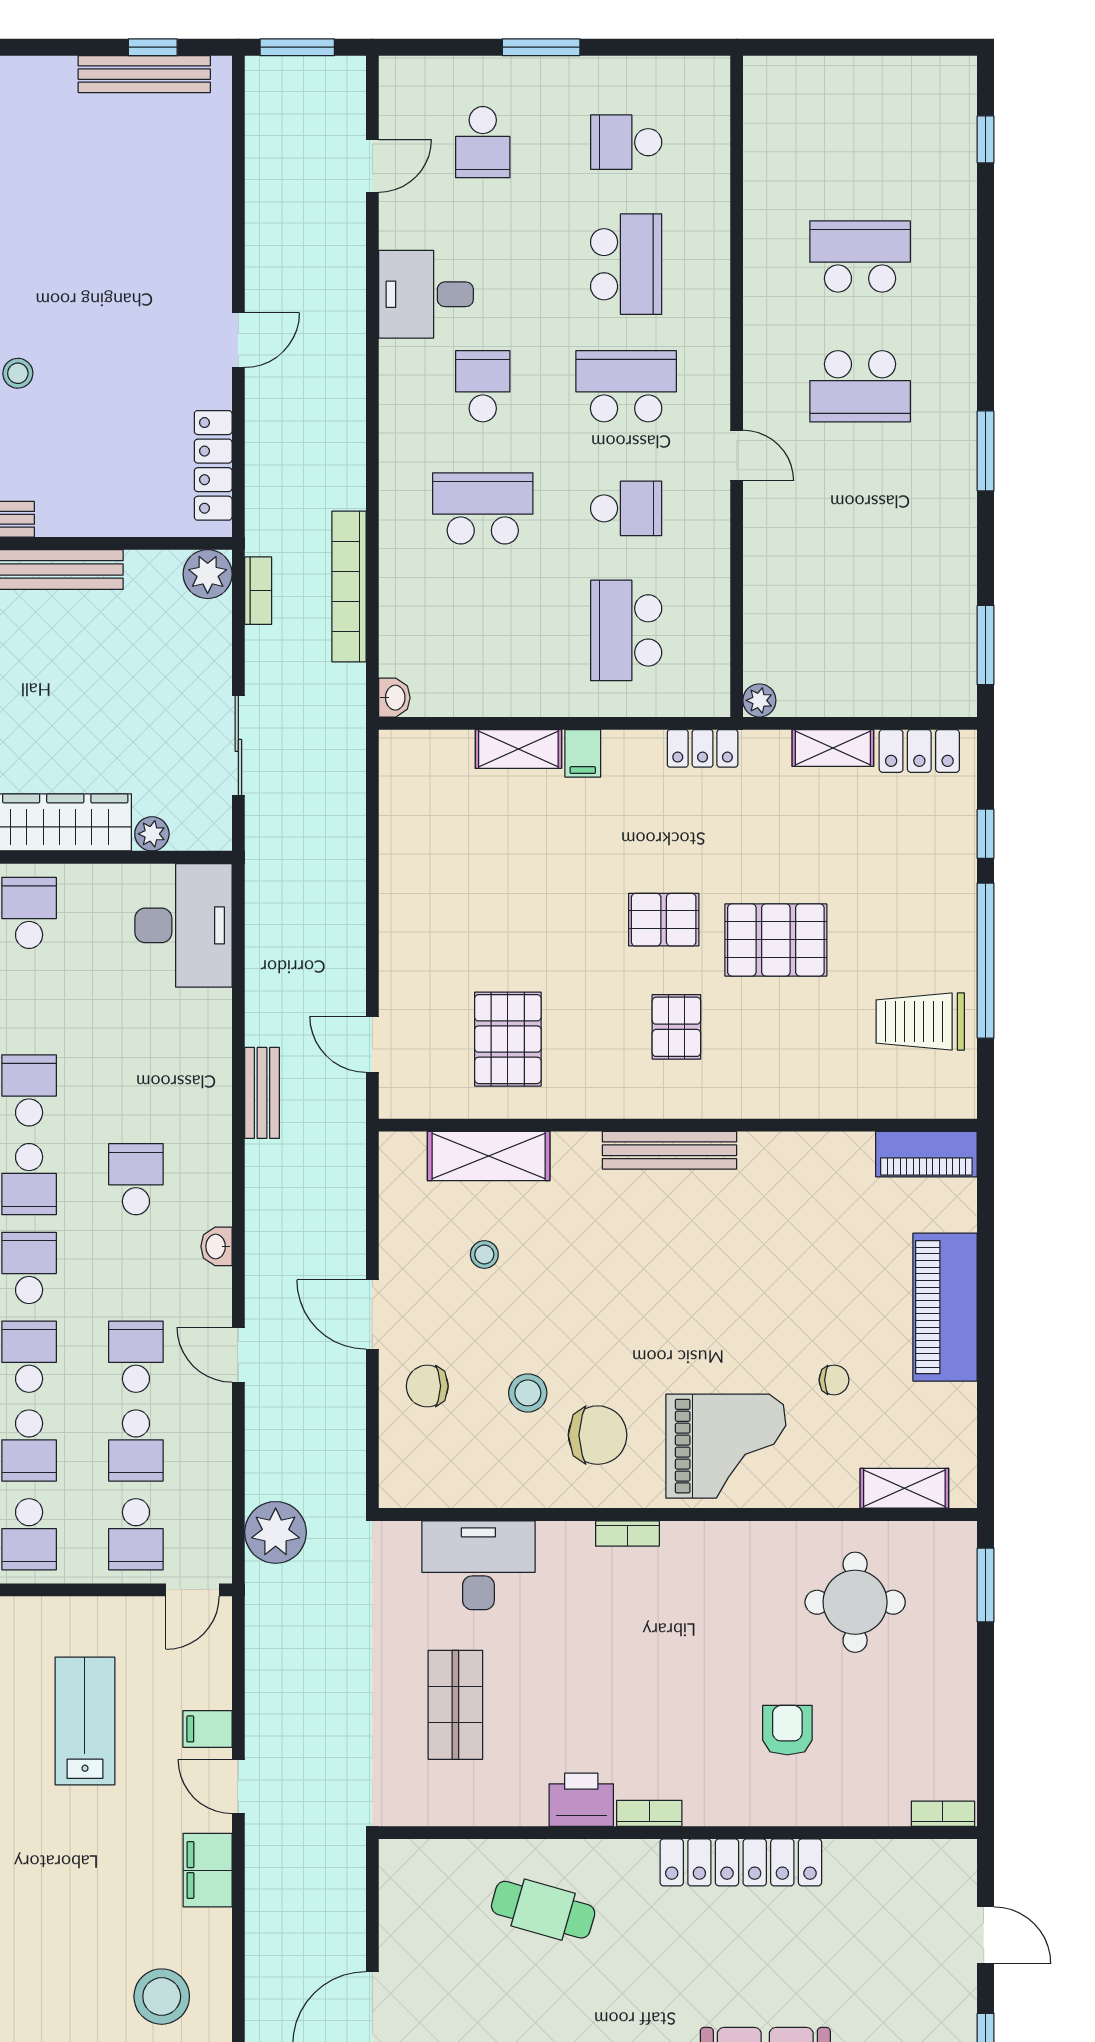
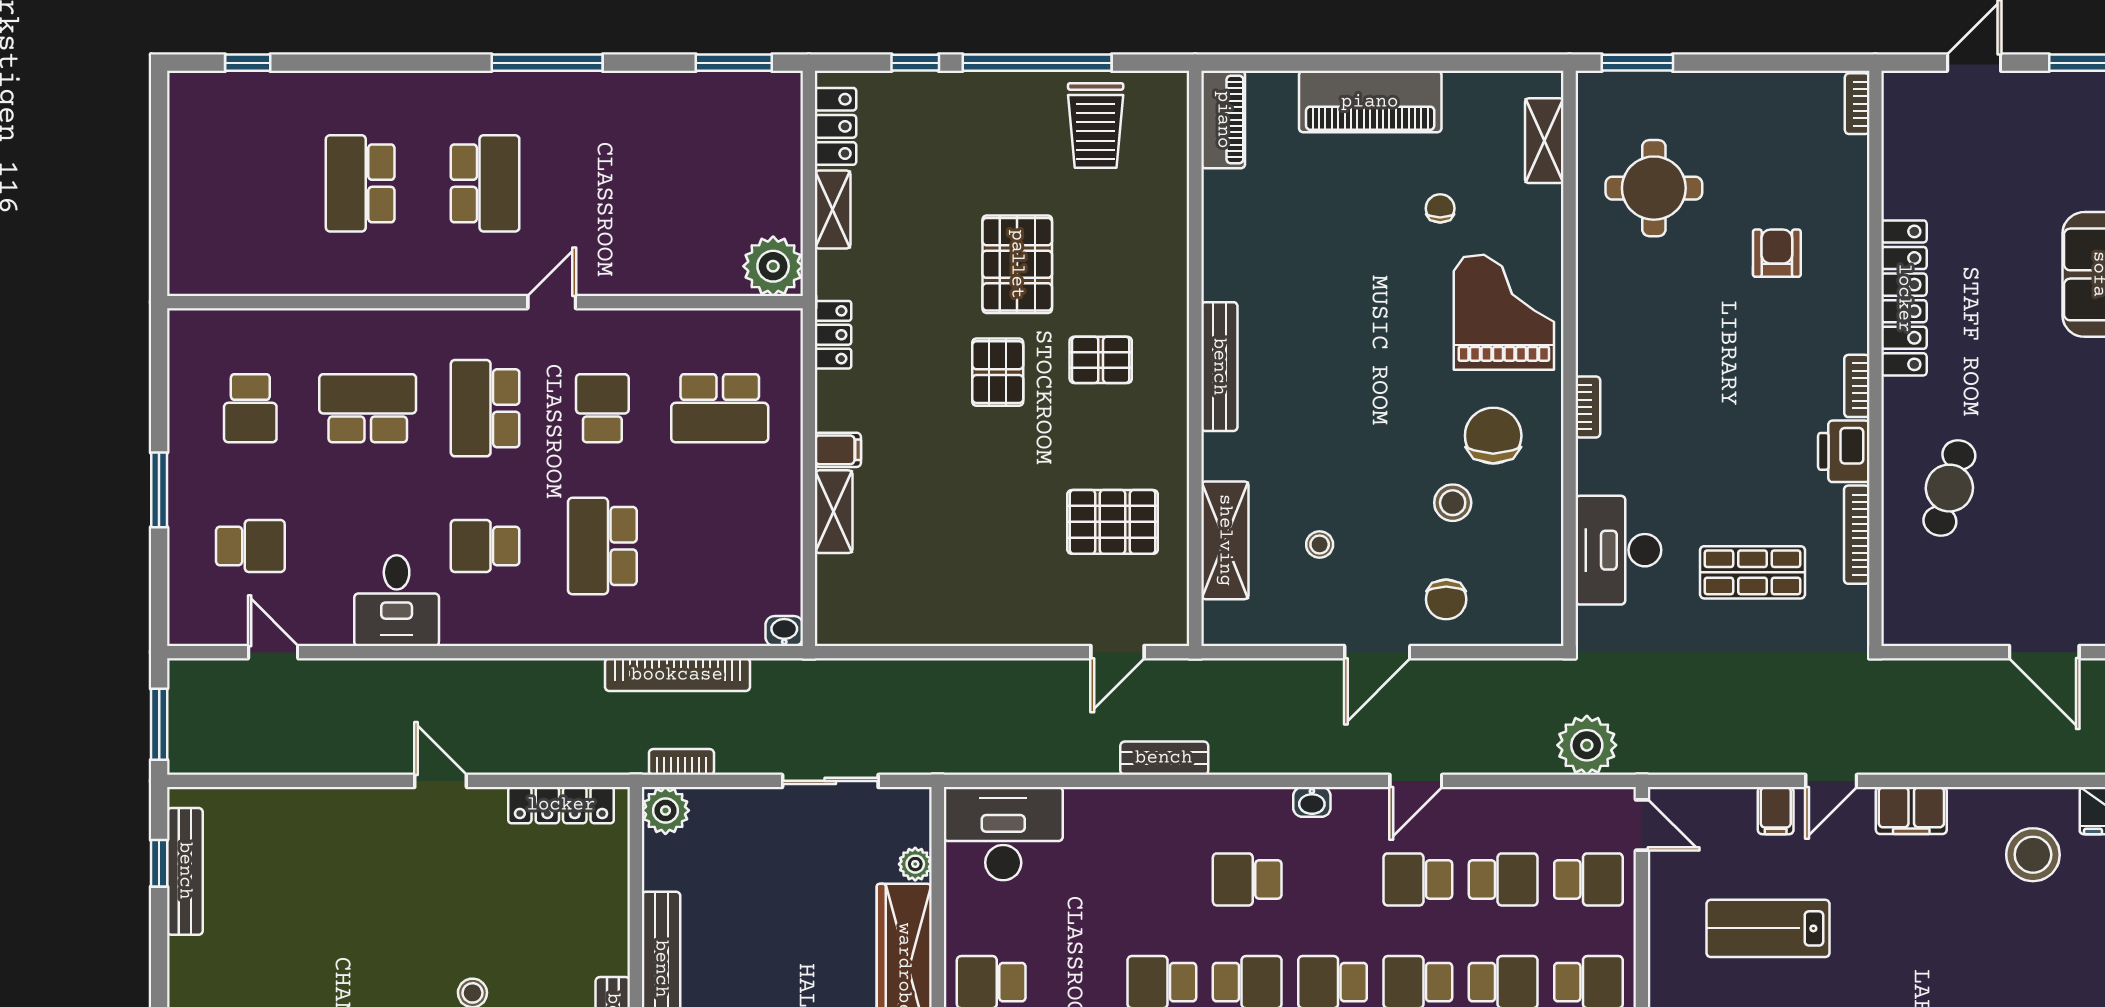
window: (986, 451) -> (547, 63), width x1.44
plant: (759, 700) -> (773, 266), width x1.88, depth x1.88
armchair: (787, 1730) -> (1777, 253), turned 90
bookcase: (495, 1813) -> (1857, 535), added

